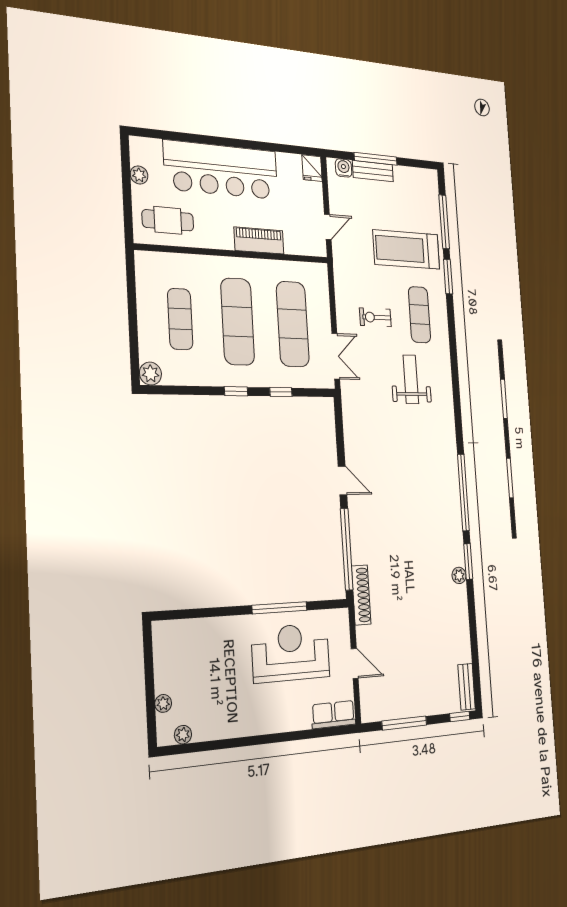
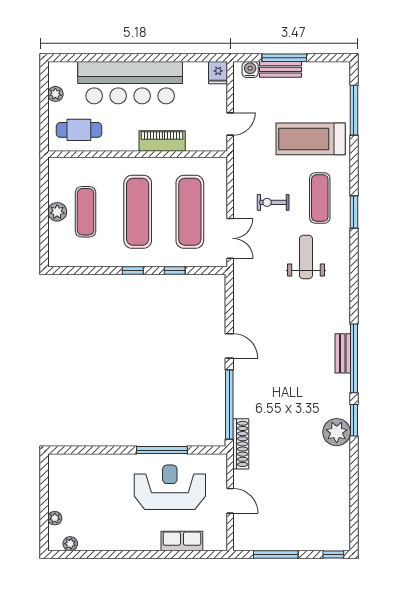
window: (448, 277) -> (354, 212), moved
plant: (150, 374) -> (57, 212), moved
plant: (459, 575) -> (337, 432), width x1.88, depth x1.88
bench: (467, 687) -> (343, 353), moved
row of seats: (333, 715) -> (182, 541), moved

